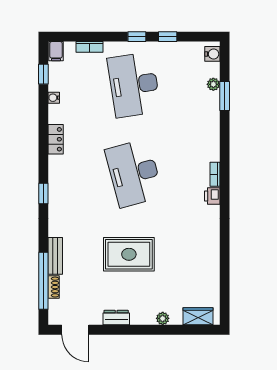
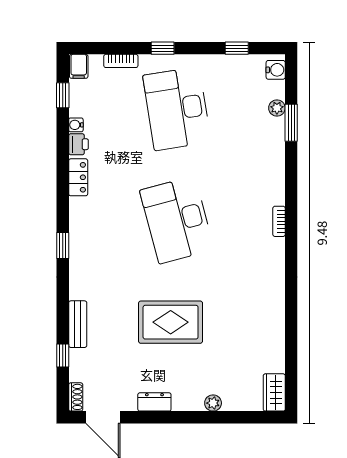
window: (137, 37) -> (163, 48), moved
window: (168, 37) -> (237, 48), moved
printer: (212, 196) -> (78, 144), moved, turned 180
window: (43, 281) -> (63, 356), width x0.32
shoe rack: (54, 287) -> (76, 397), moved
wardrobe: (198, 316) -> (274, 392), moved, turned -90

